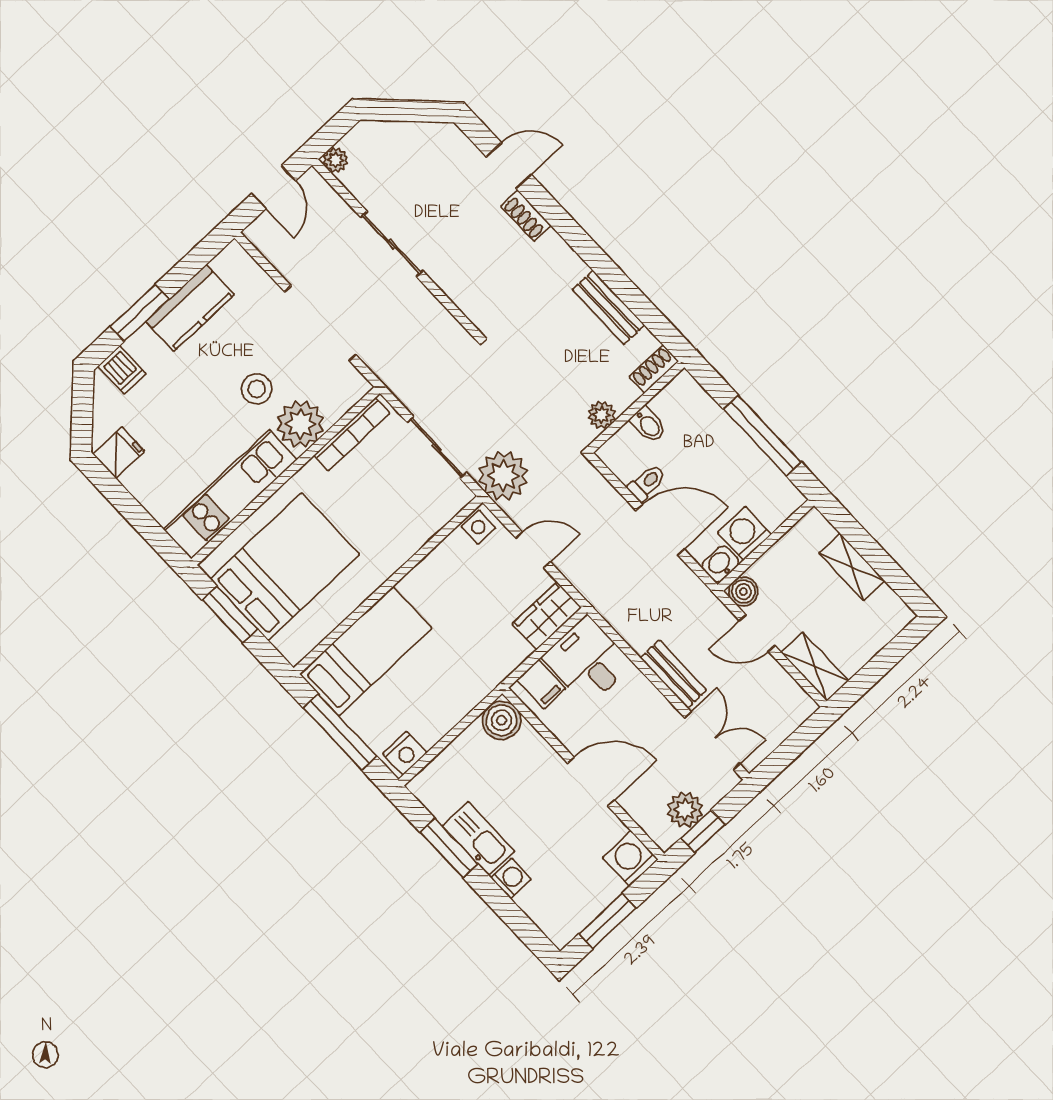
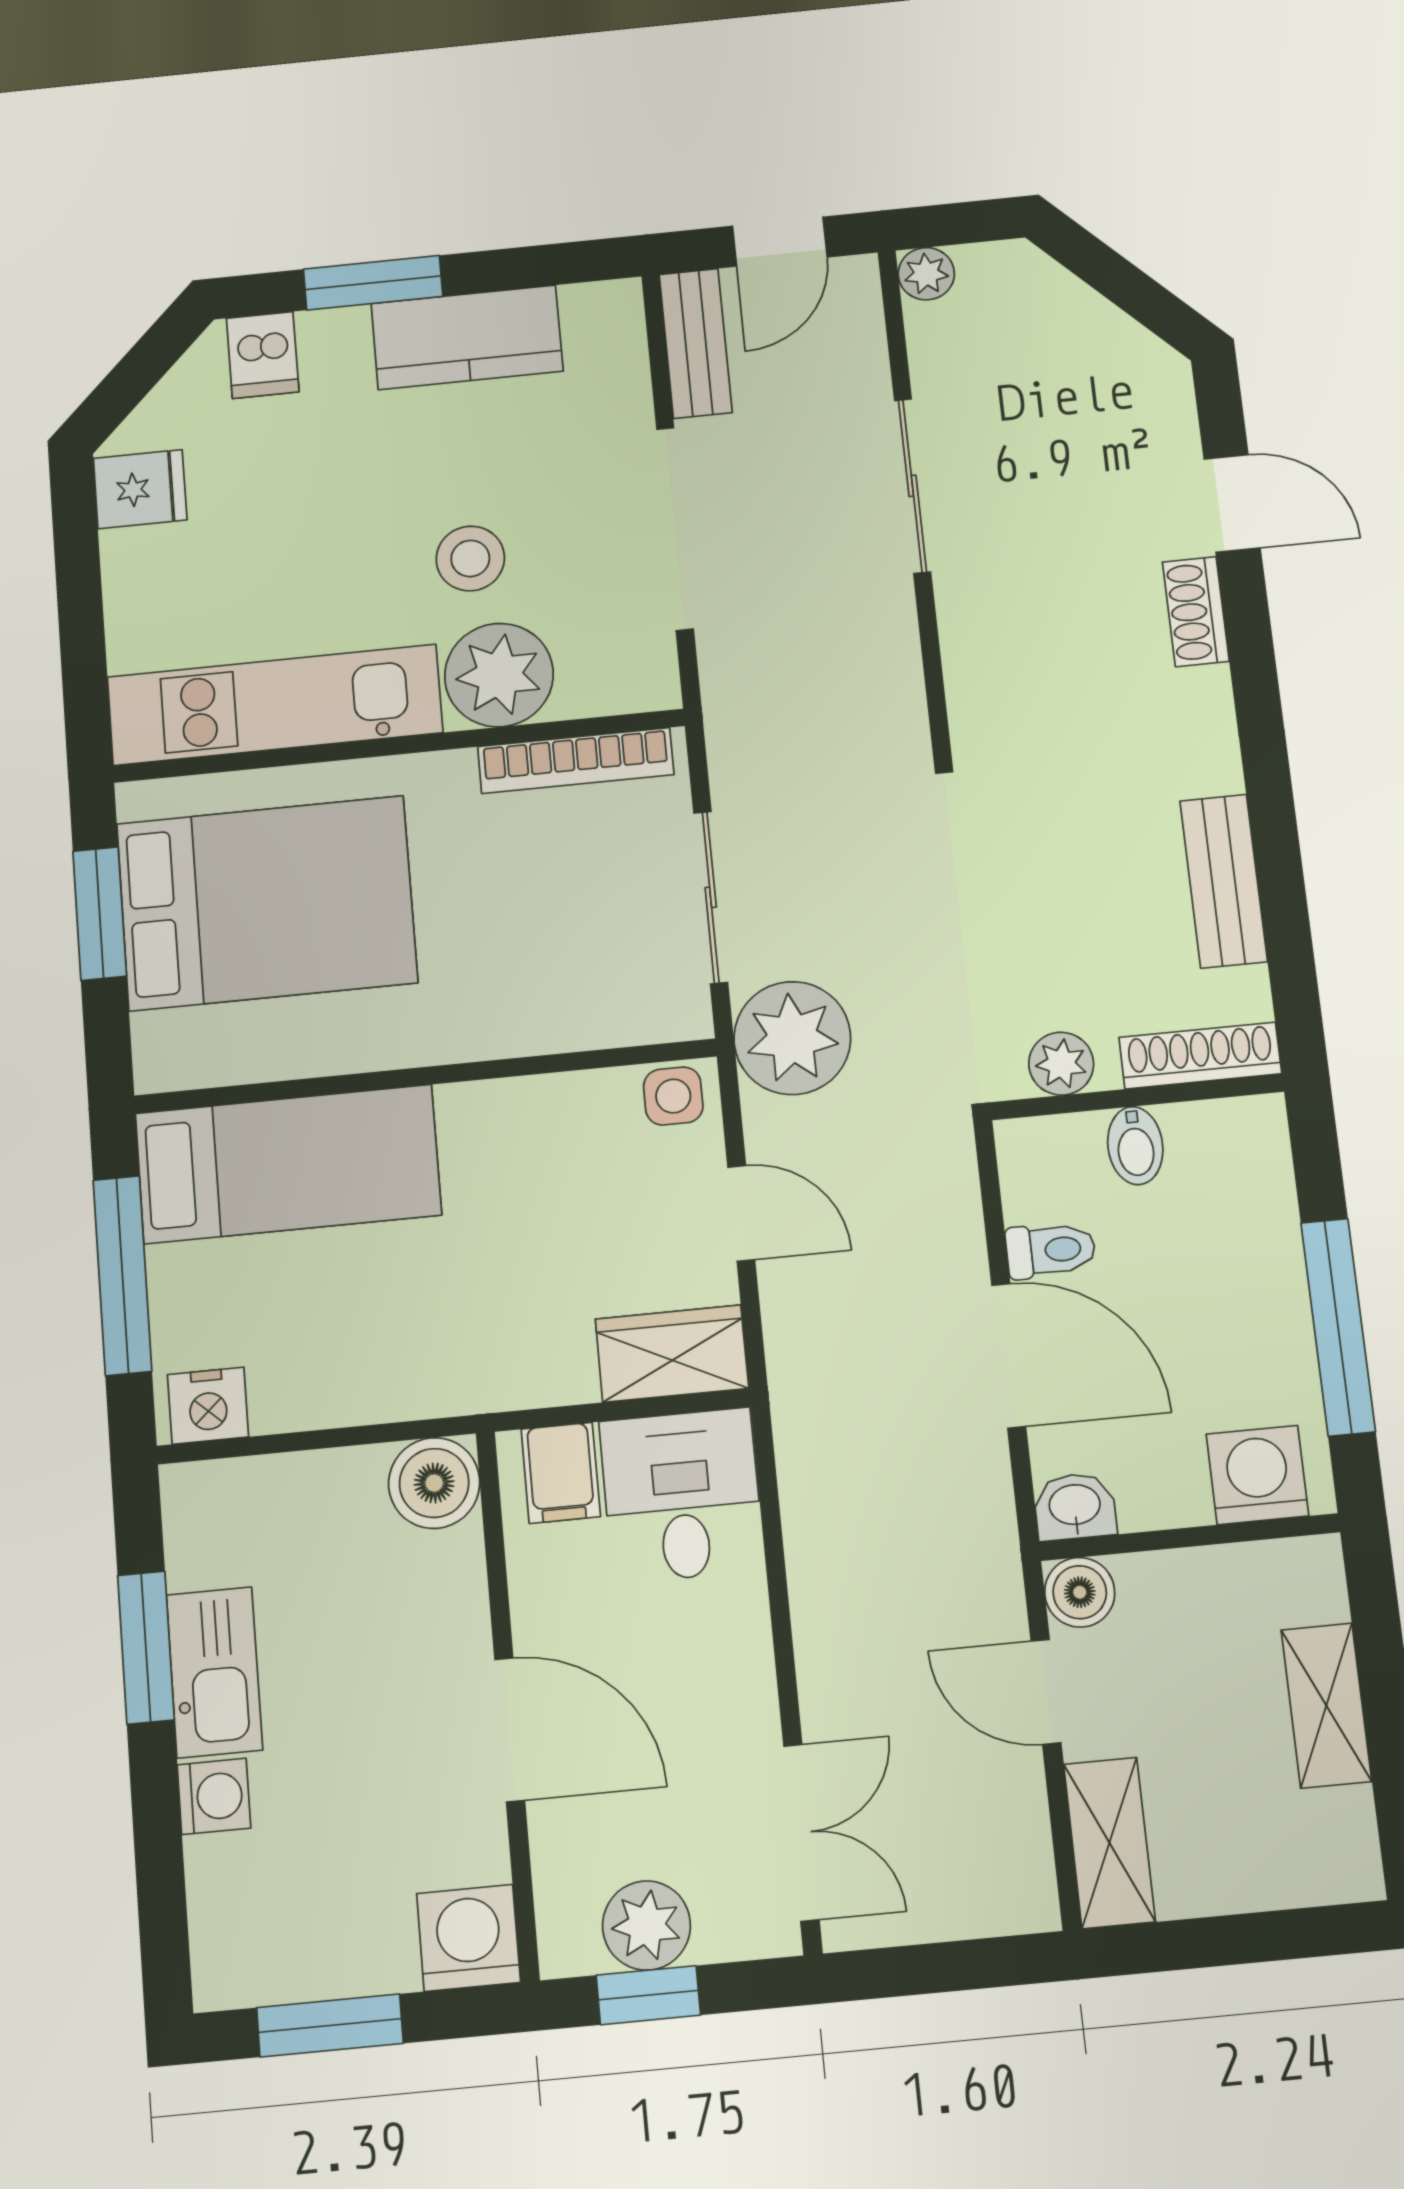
shoe rack: (654, 369) -> (1200, 1056), width x1.43
washing machine: (744, 533) -> (1257, 1475), moved
bench: (673, 674) -> (696, 343), moved

